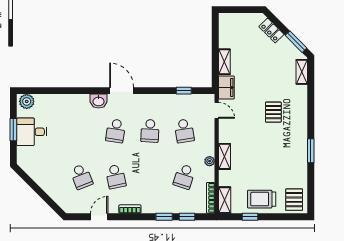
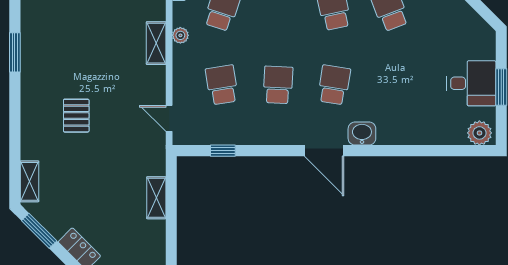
filing cabinet: (226, 87) -> (153, 156), removed

